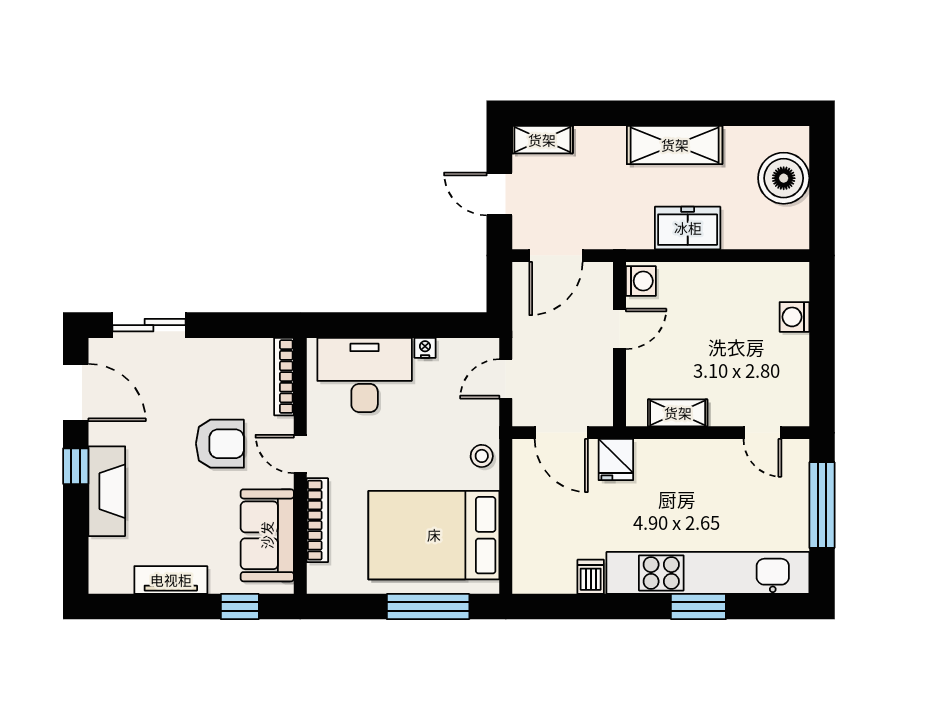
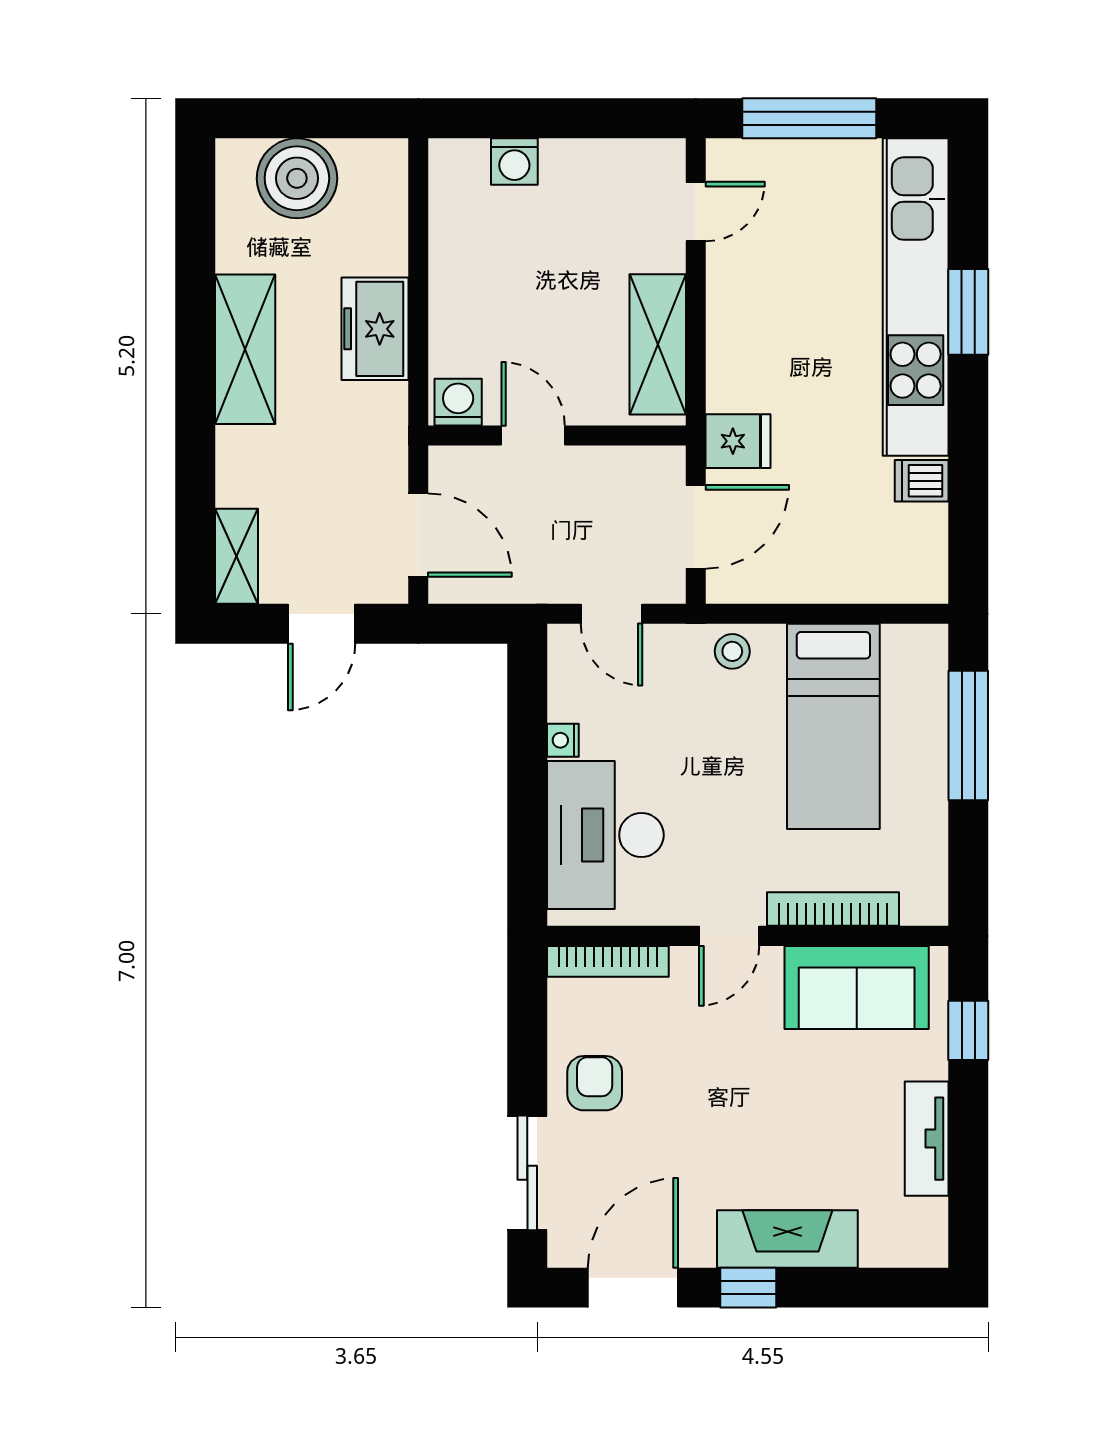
shelving: (678, 413) -> (658, 344), width x1.50, depth x1.33
armchair: (220, 444) -> (595, 1083), moved, width x0.72, depth x0.72
bed: (434, 535) -> (833, 726), width x0.67

